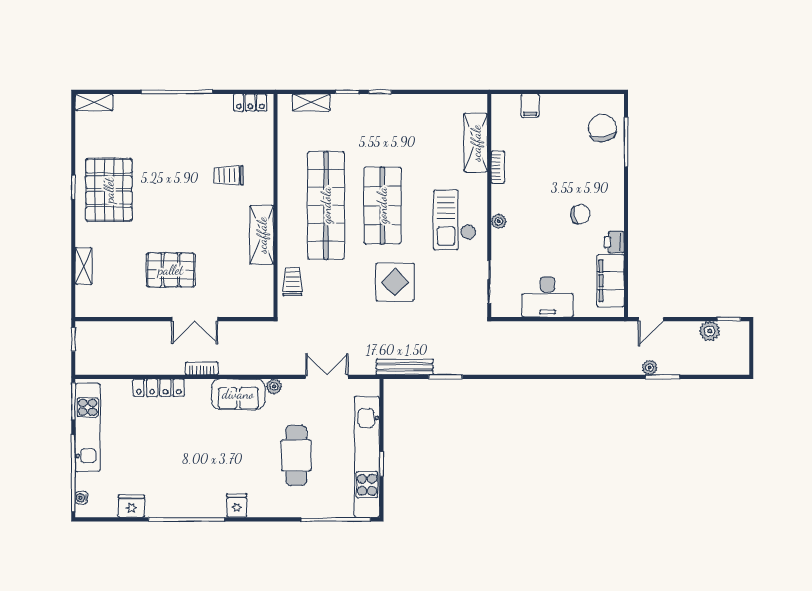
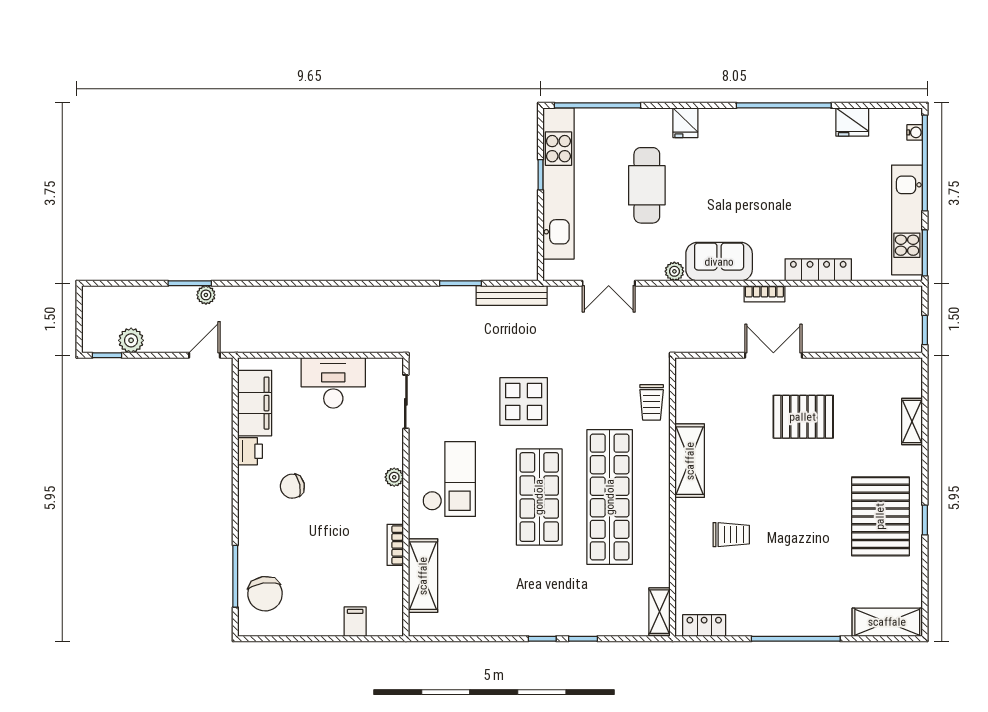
shelving: (94, 102) -> (887, 622), width x1.50, depth x1.33
shelving: (311, 102) -> (660, 612), moved, turned 90
fridge: (237, 506) -> (685, 123), moved

